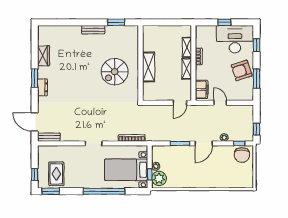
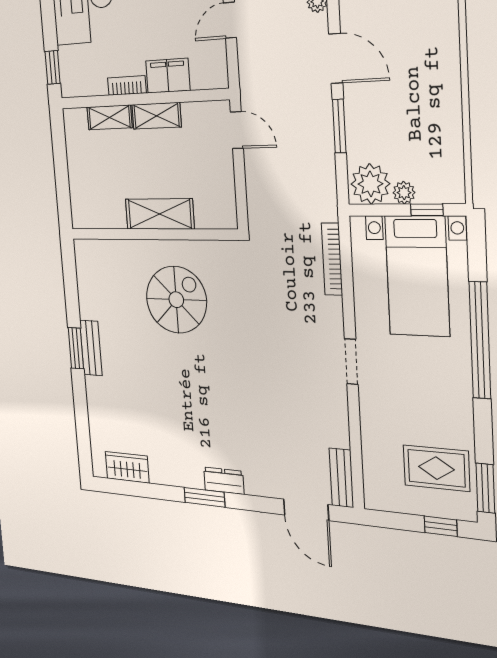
window: (116, 22) -> (76, 348), moved
window: (224, 22) -> (53, 67), moved
wardrobe: (44, 56) -> (127, 467), moved
spiral stairs: (115, 72) -> (176, 300), turned -90
filing cabinet: (202, 90) -> (168, 76), moved
door: (35, 122) -> (306, 510), hinge flipped
plant: (159, 178) -> (370, 184), moved

